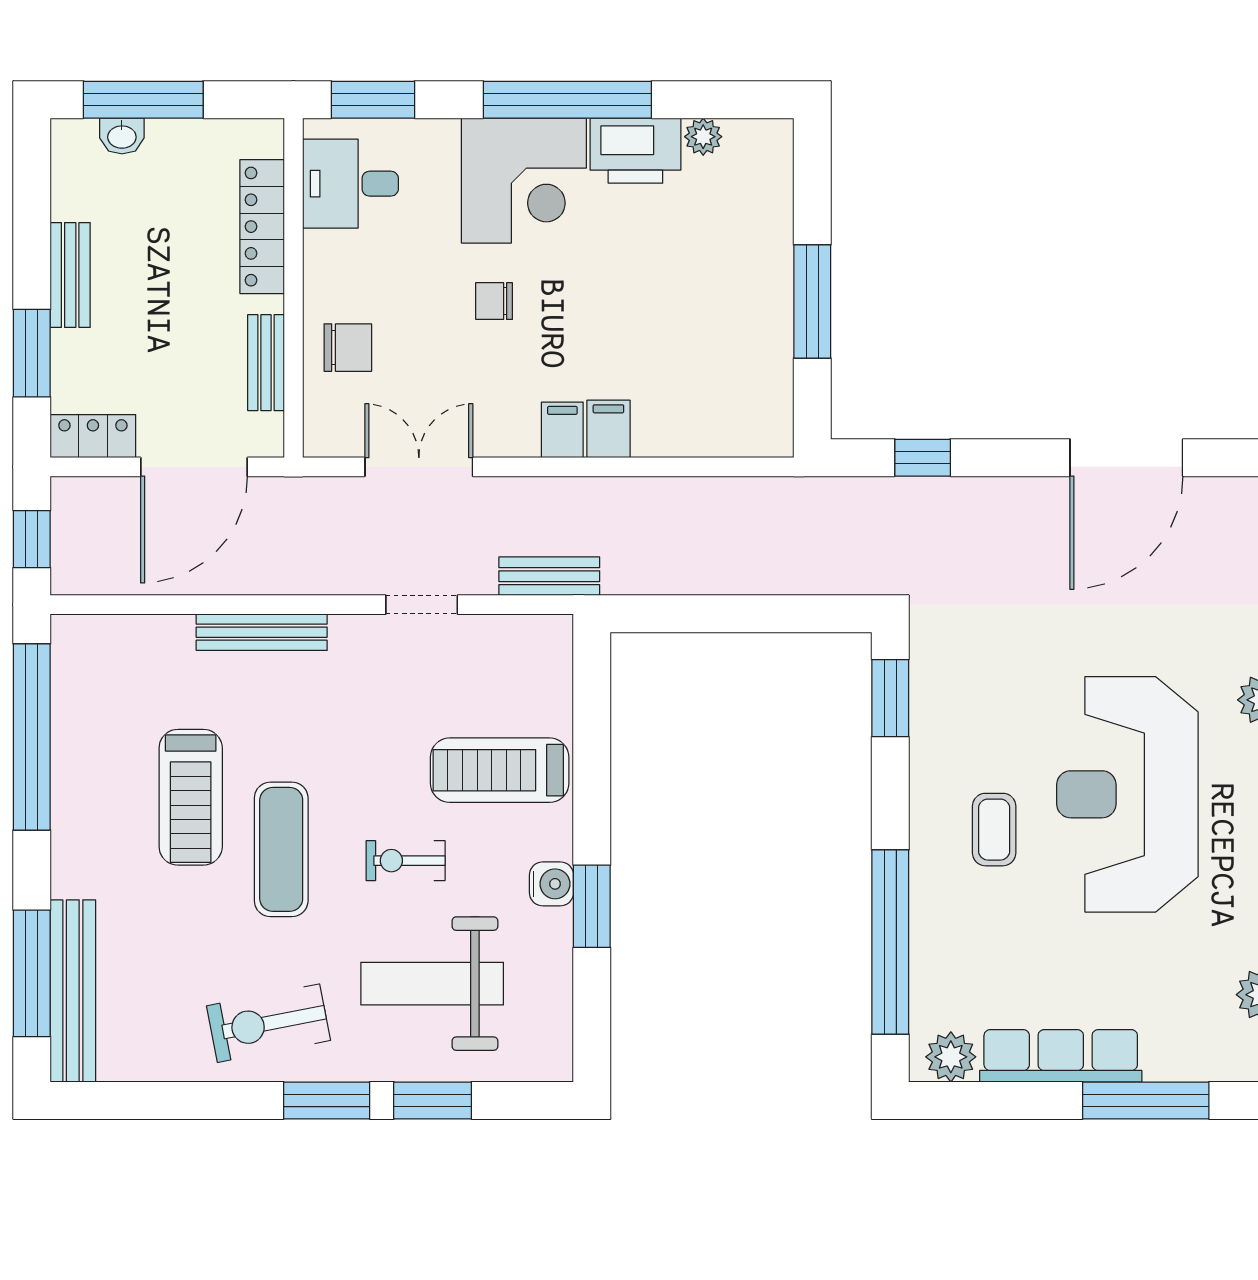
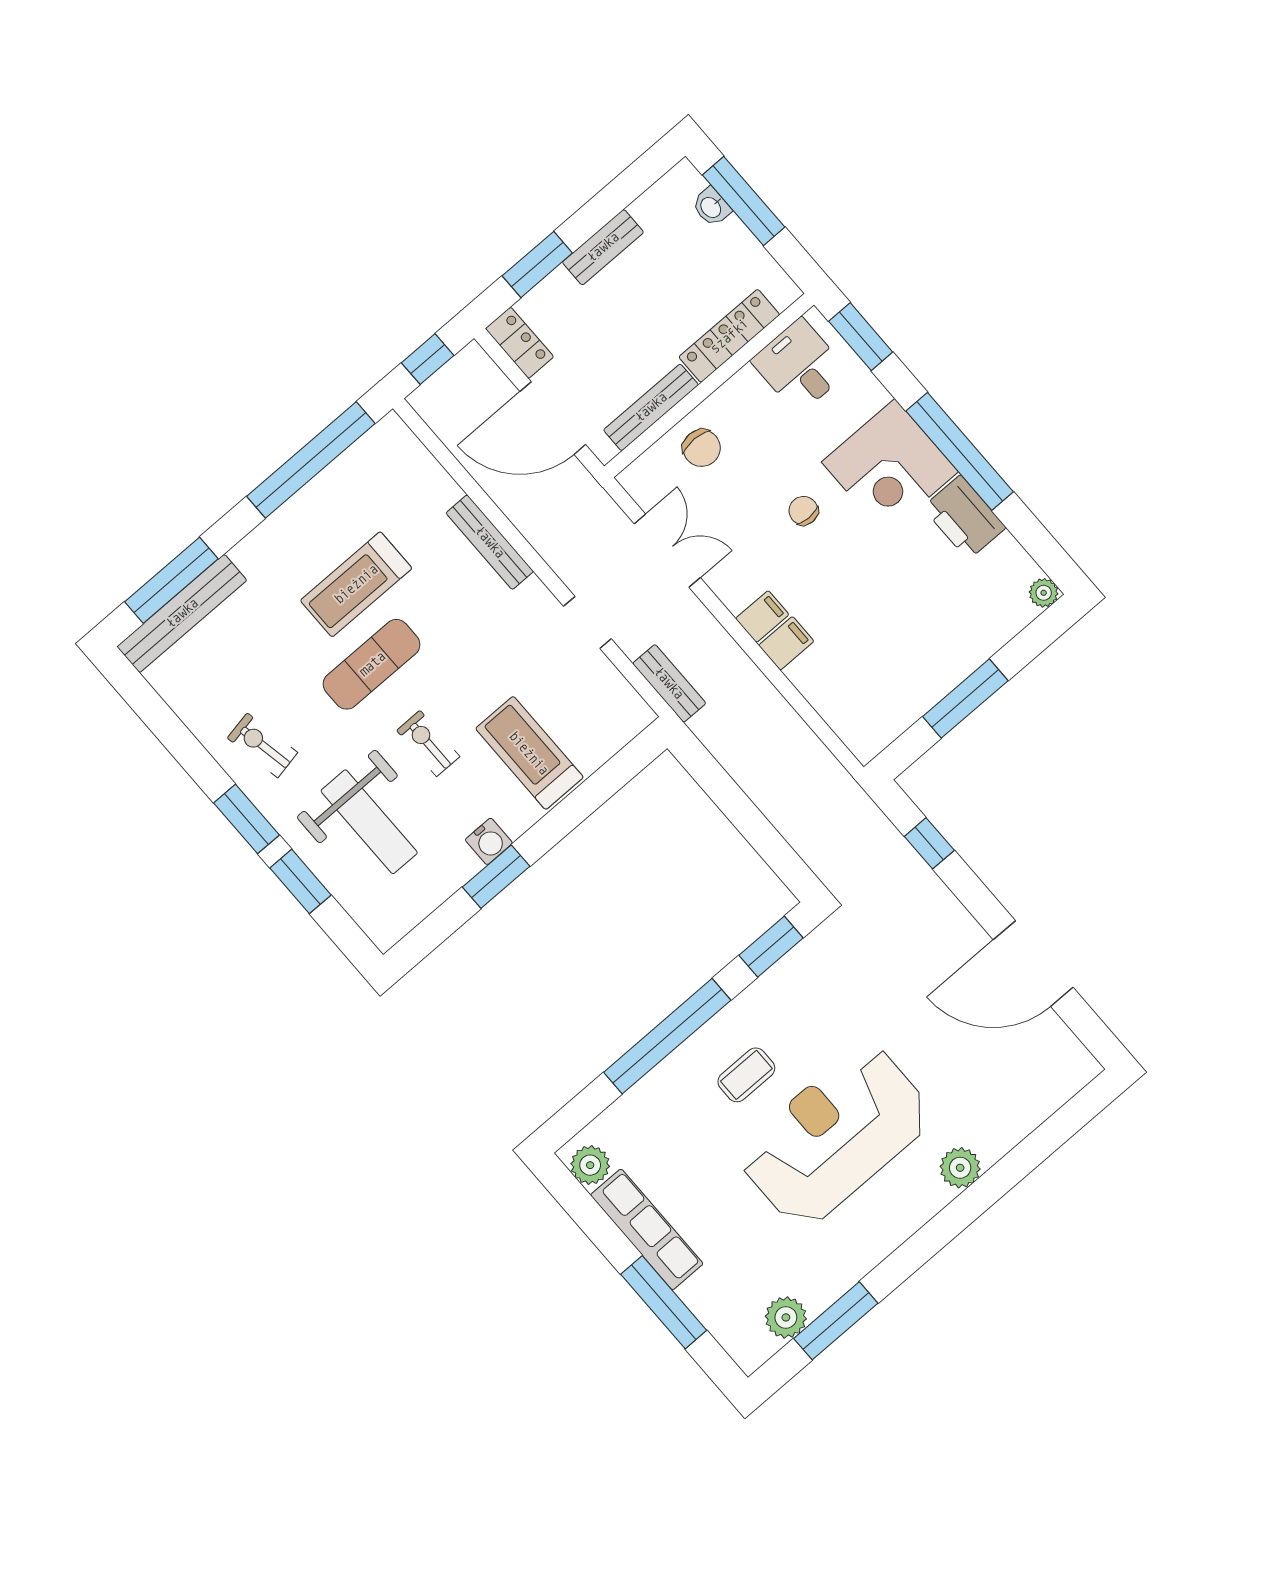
plant: (703, 137) -> (1044, 593), moved
bench: (266, 363) -> (651, 407), width x1.36
window: (890, 942) -> (667, 1036), moved
weight bench: (432, 984) -> (369, 822), turned 180
exercise bike: (268, 1023) -> (262, 745), width x0.73, depth x0.72

